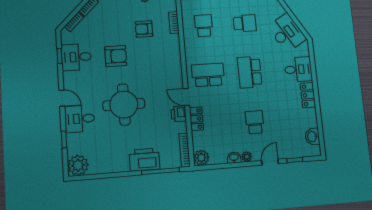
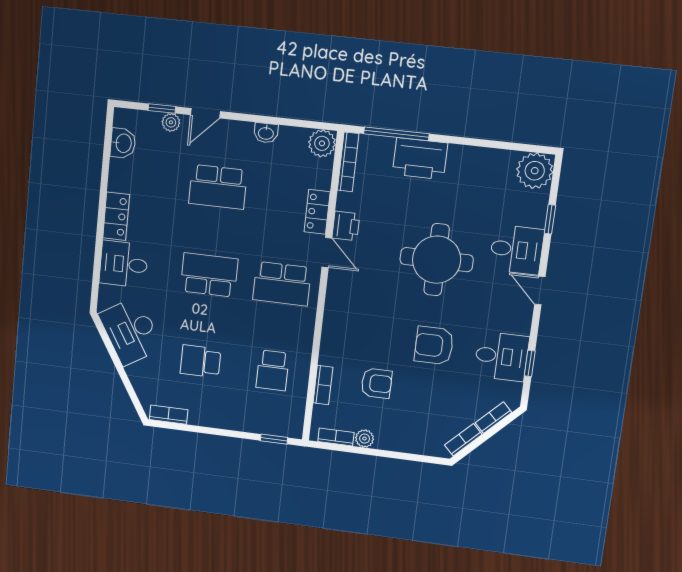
school desk: (250, 72) -> (209, 275), turned -90
school desk: (255, 122) -> (218, 187), width x1.85
plant: (247, 157) -> (171, 122), moved

